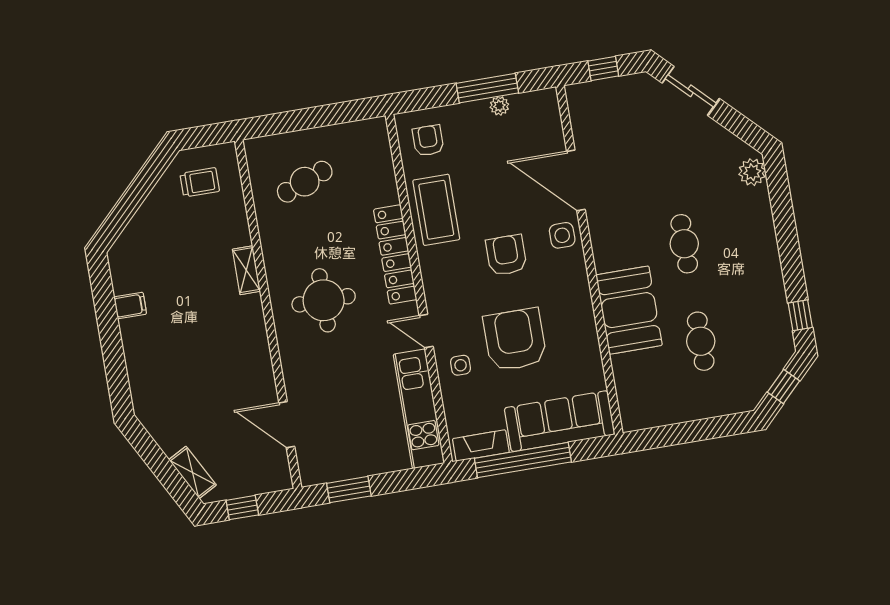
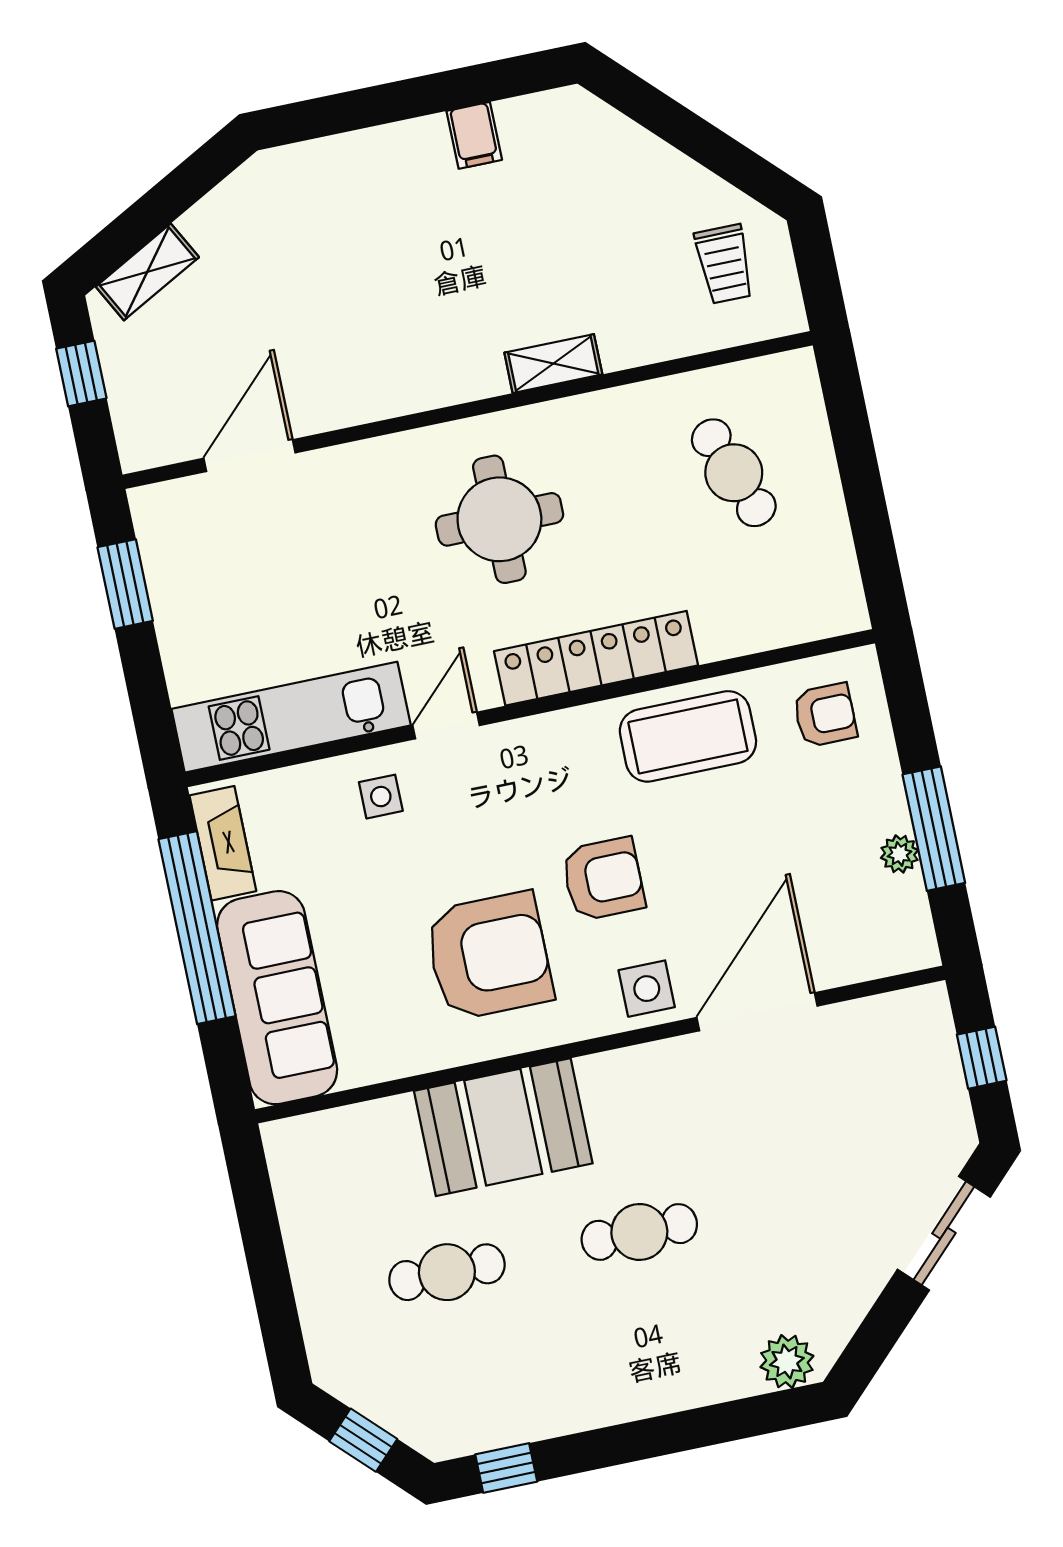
armchair: (515, 340) -> (489, 956), moved

